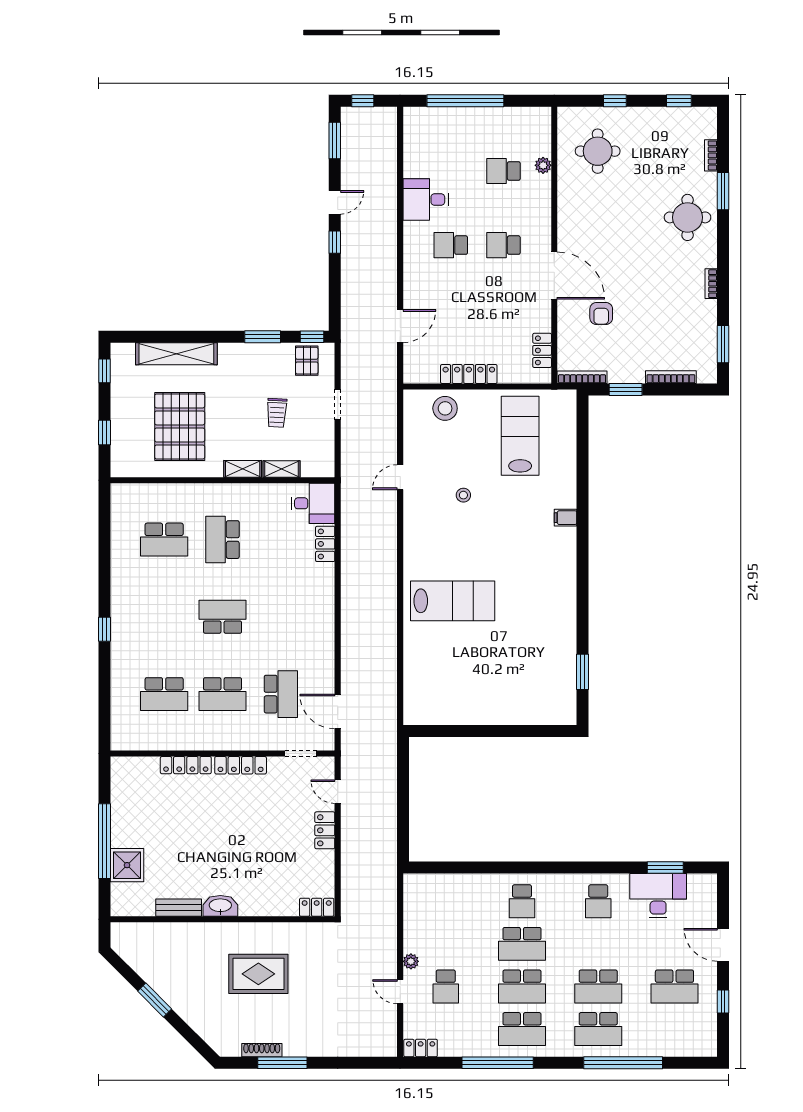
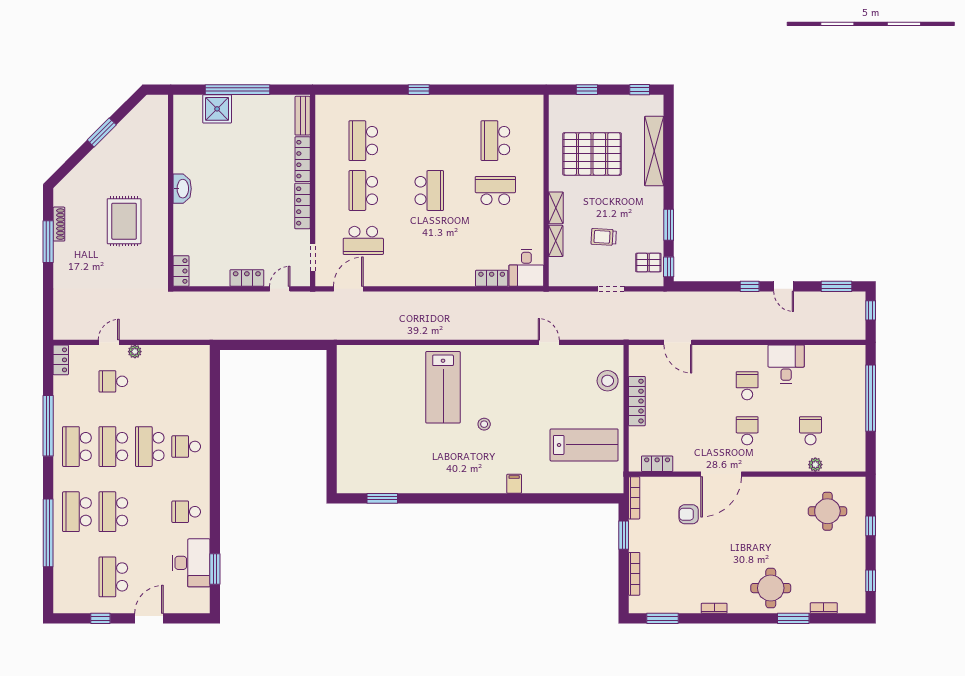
stool: (463, 495) -> (484, 424), moved
bench: (179, 908) -> (303, 116), moved

